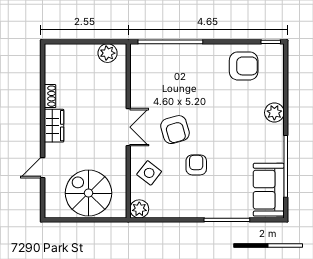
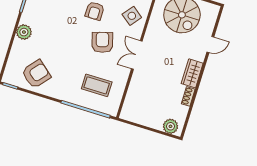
plant: (108, 53) -> (171, 126), moved
armchair: (244, 66) -> (36, 74), turned 130
coffee table: (166, 75) -> (97, 85), added

